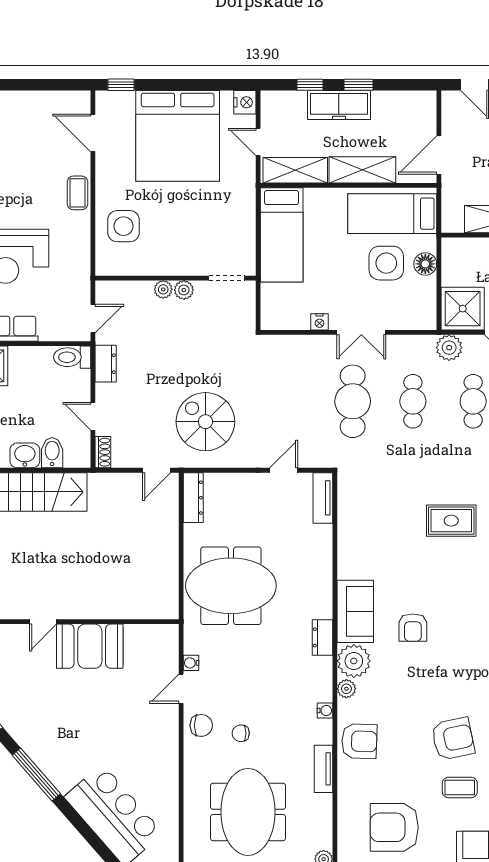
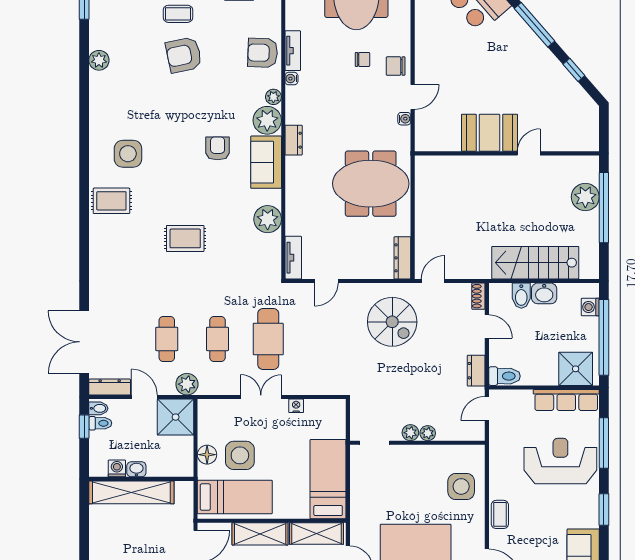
plant: (353, 544) -> (268, 219), added
tv unit: (324, 769) -> (293, 51), moved

